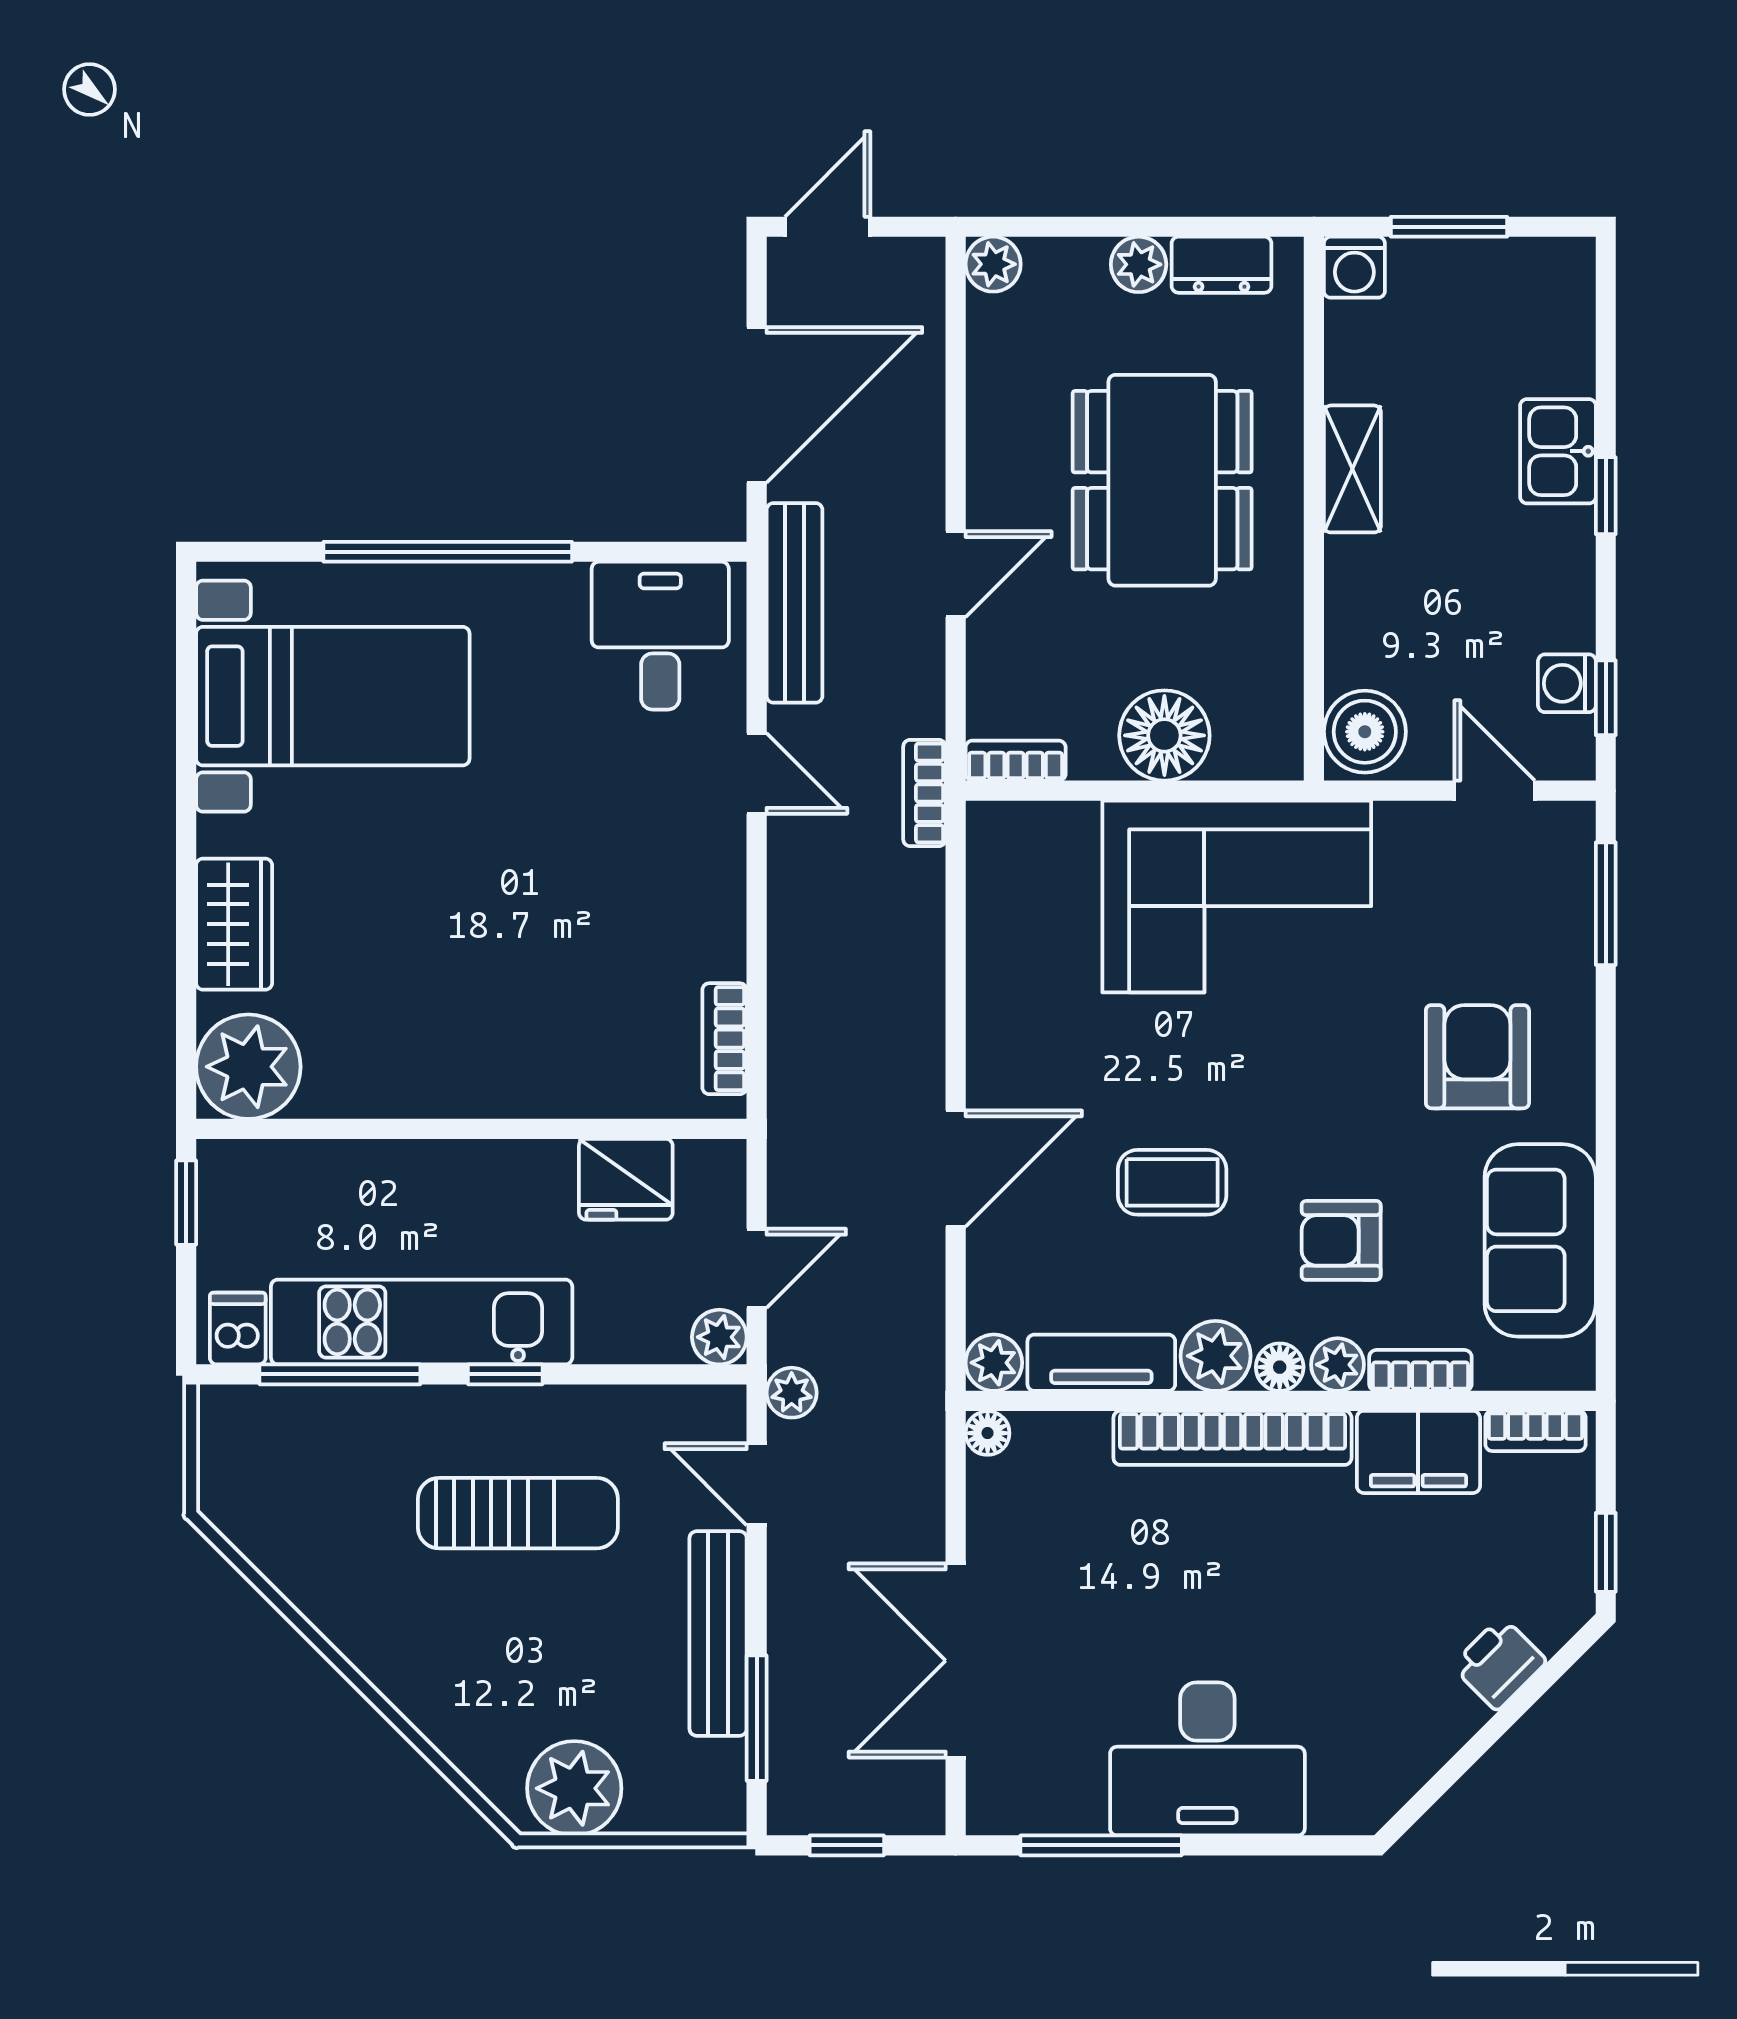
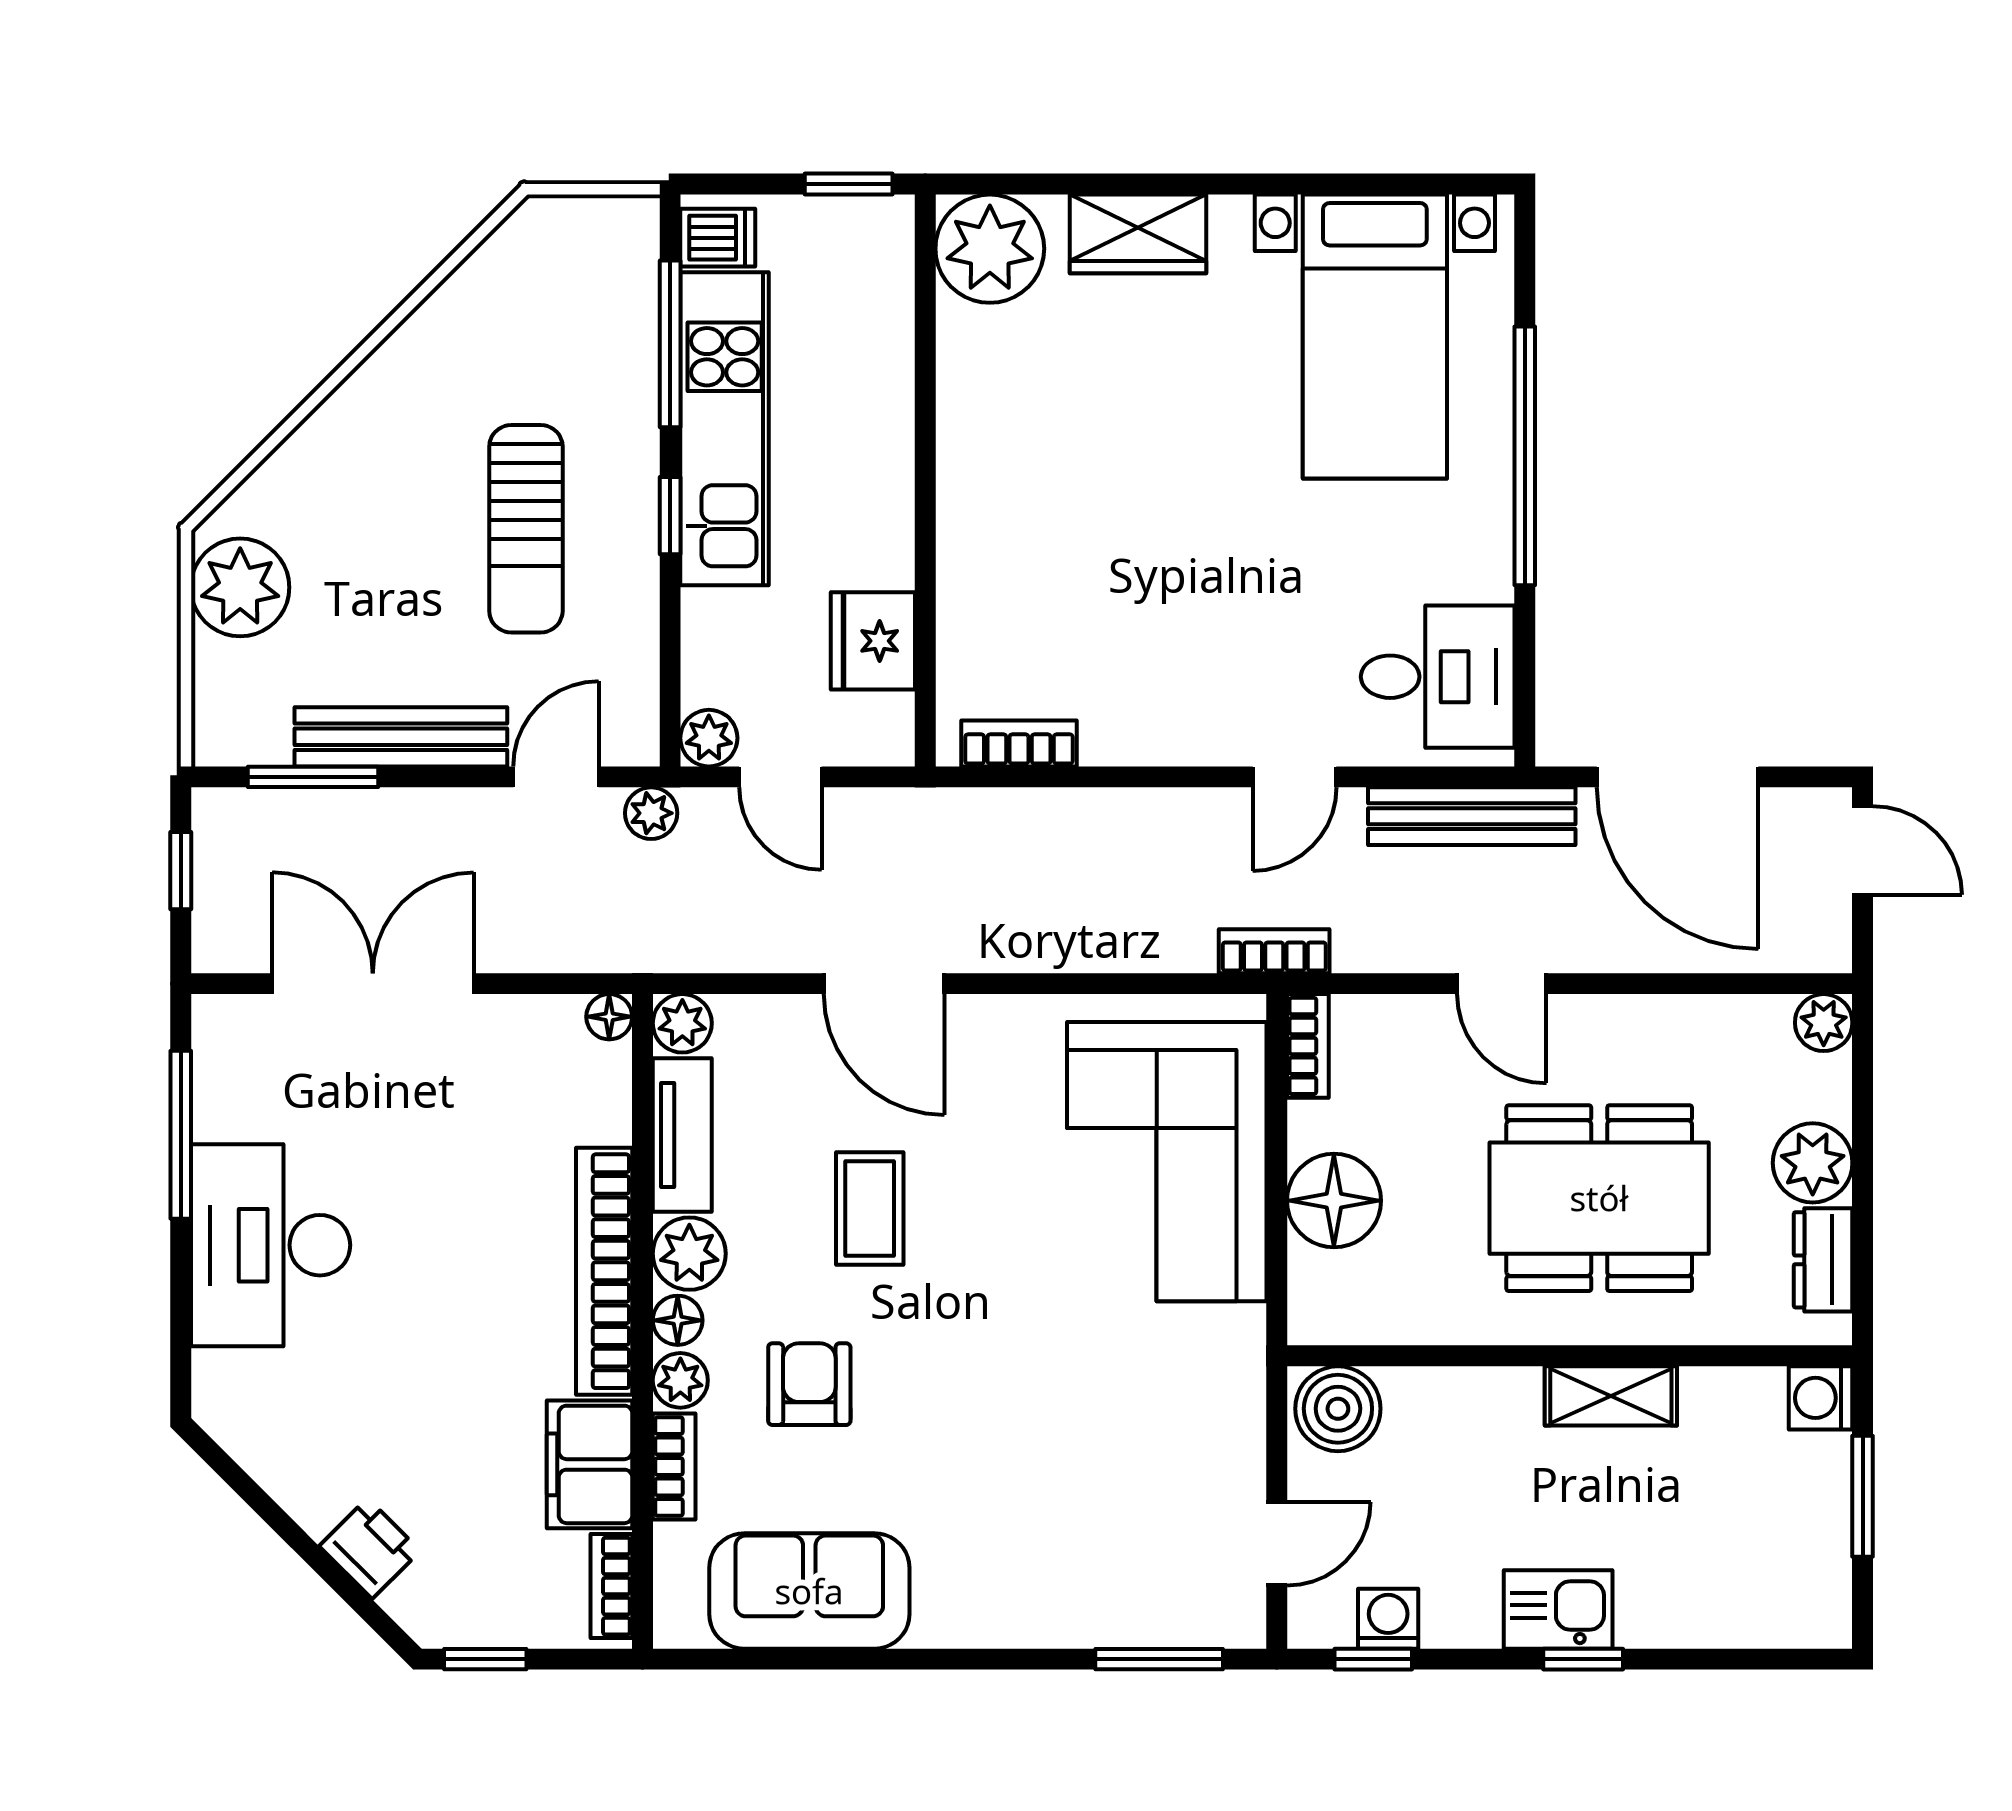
plant: (1139, 264) -> (1813, 1163), width x1.38, depth x1.38
kitchen sink: (1558, 451) -> (1558, 1609), moved
corner sofa: (1237, 896) -> (1167, 1162), moved
armchair: (1477, 1057) -> (1000, 1526), removed

